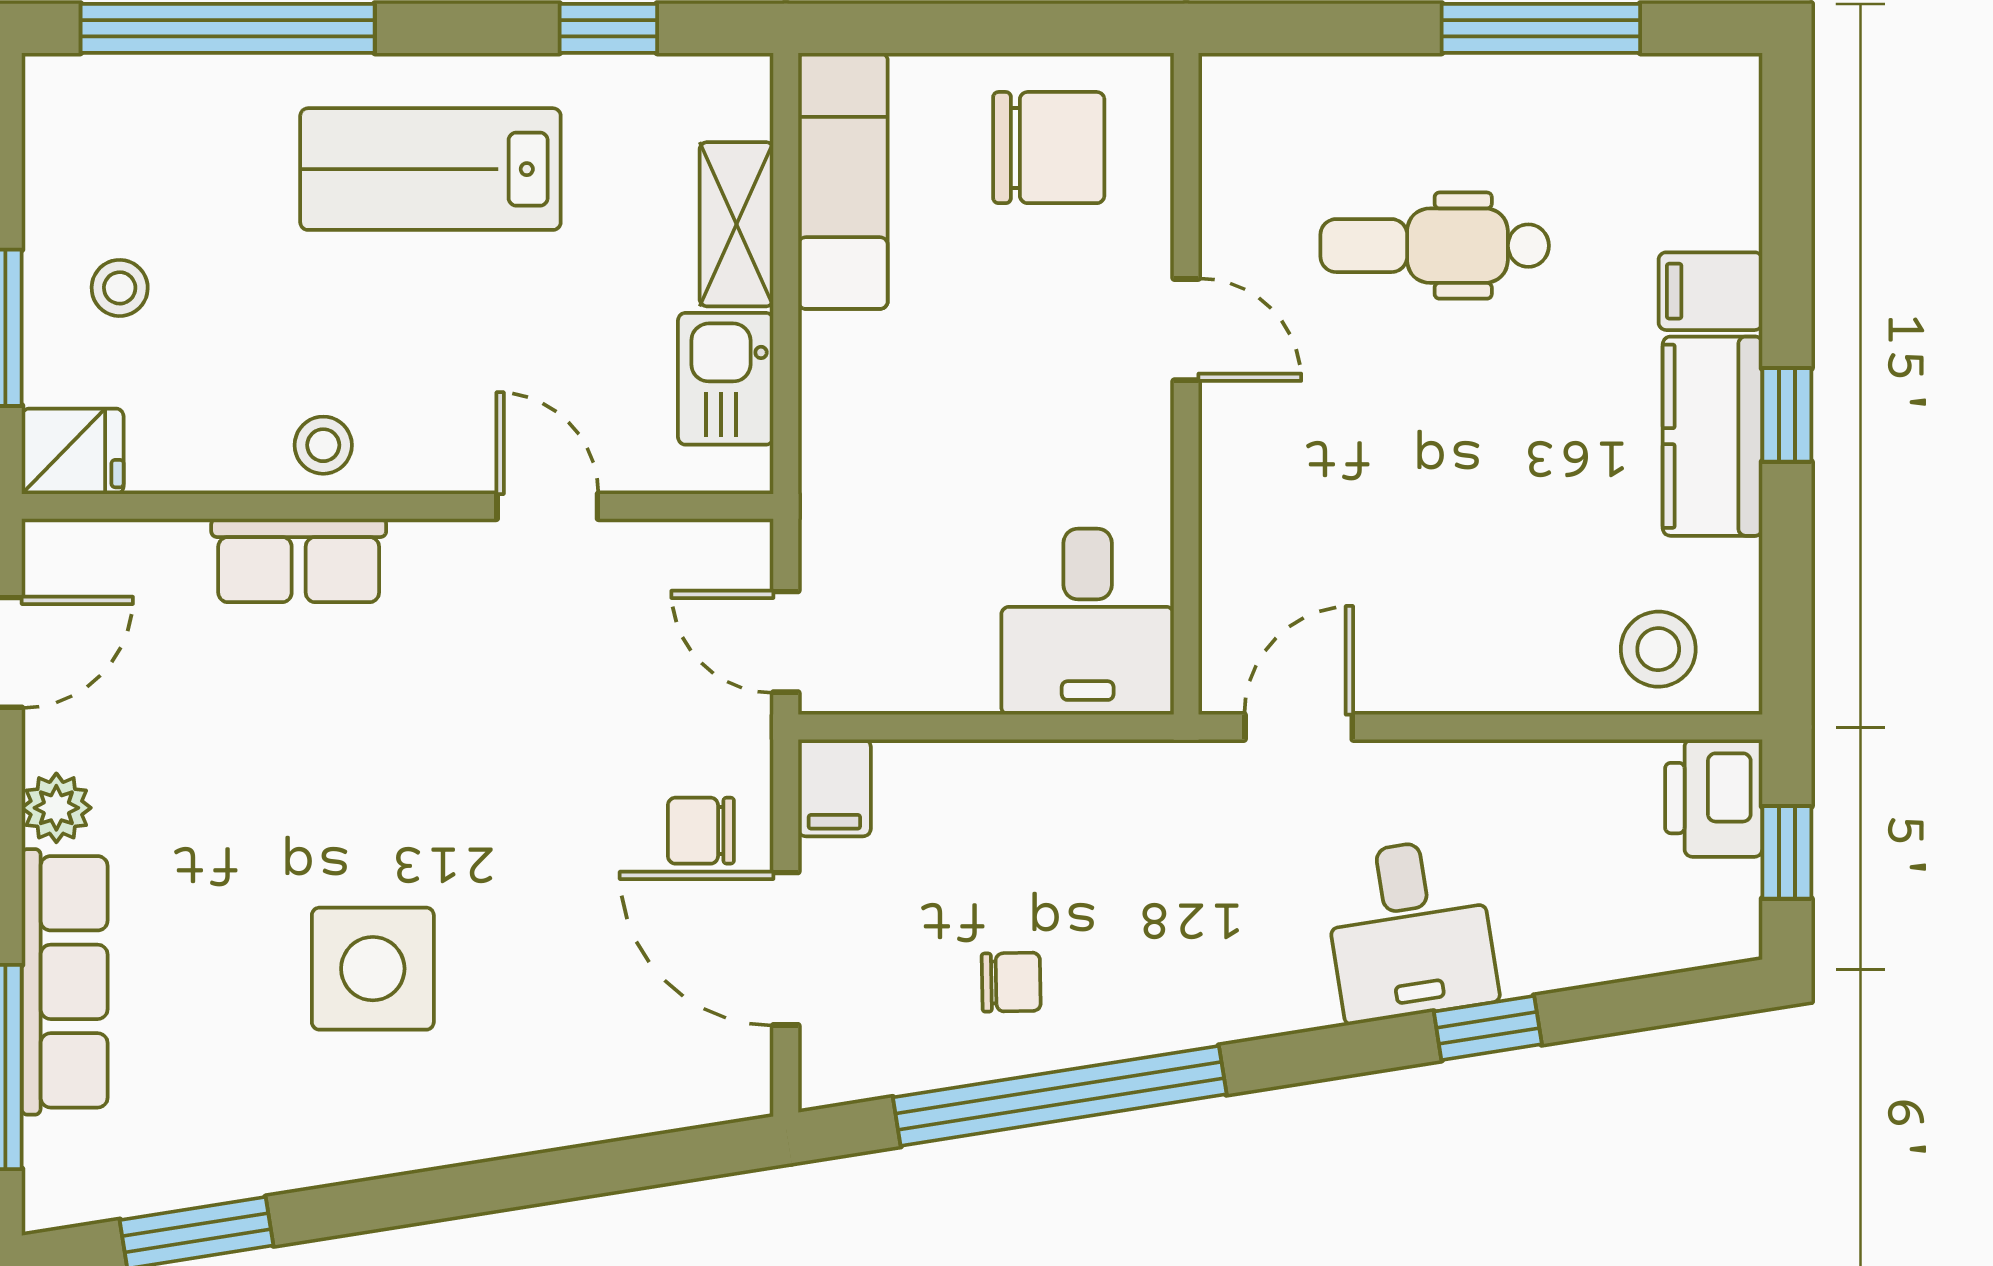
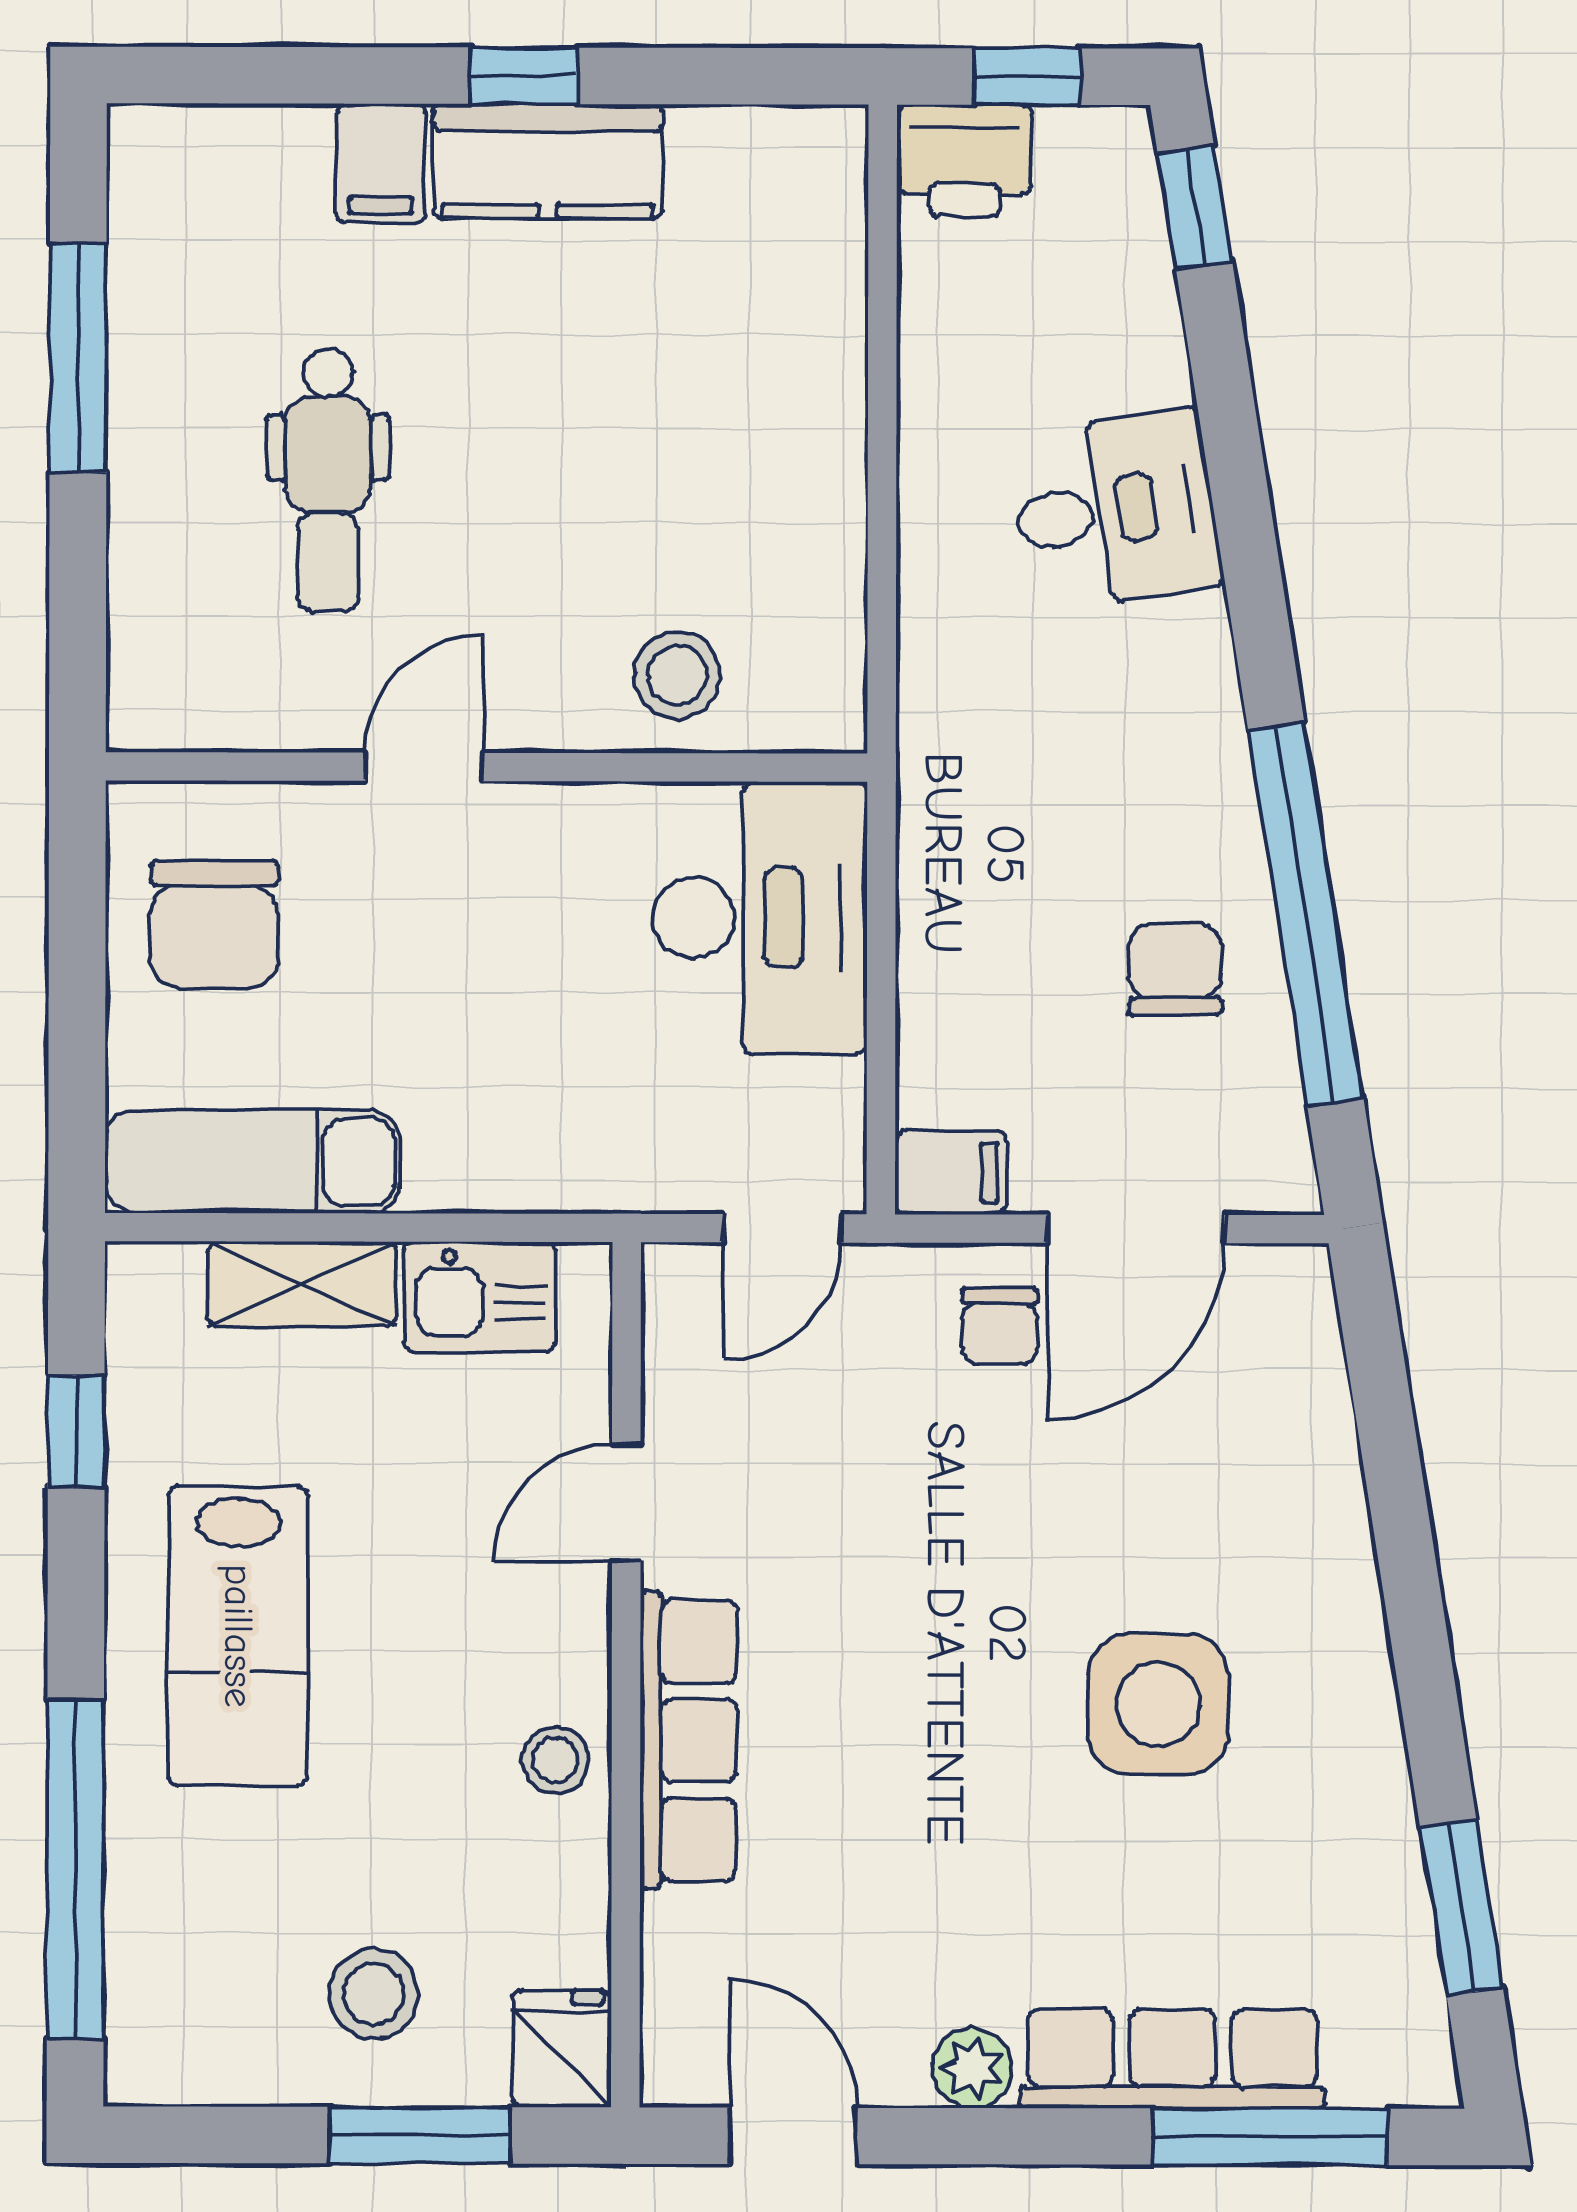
chair: (1049, 148) -> (214, 925), turned 180
stool: (120, 288) -> (374, 1994), width x1.37, depth x1.37
row of seats: (299, 560) -> (688, 1741), width x1.48
desk: (1088, 622) -> (760, 918), width x1.37
stool: (1658, 649) -> (677, 675), moved
door: (1299, 727) -> (882, 638), removed
chair: (1011, 982) -> (1175, 970), width x1.37, depth x1.37
window: (1488, 1028) -> (1195, 207), moved

